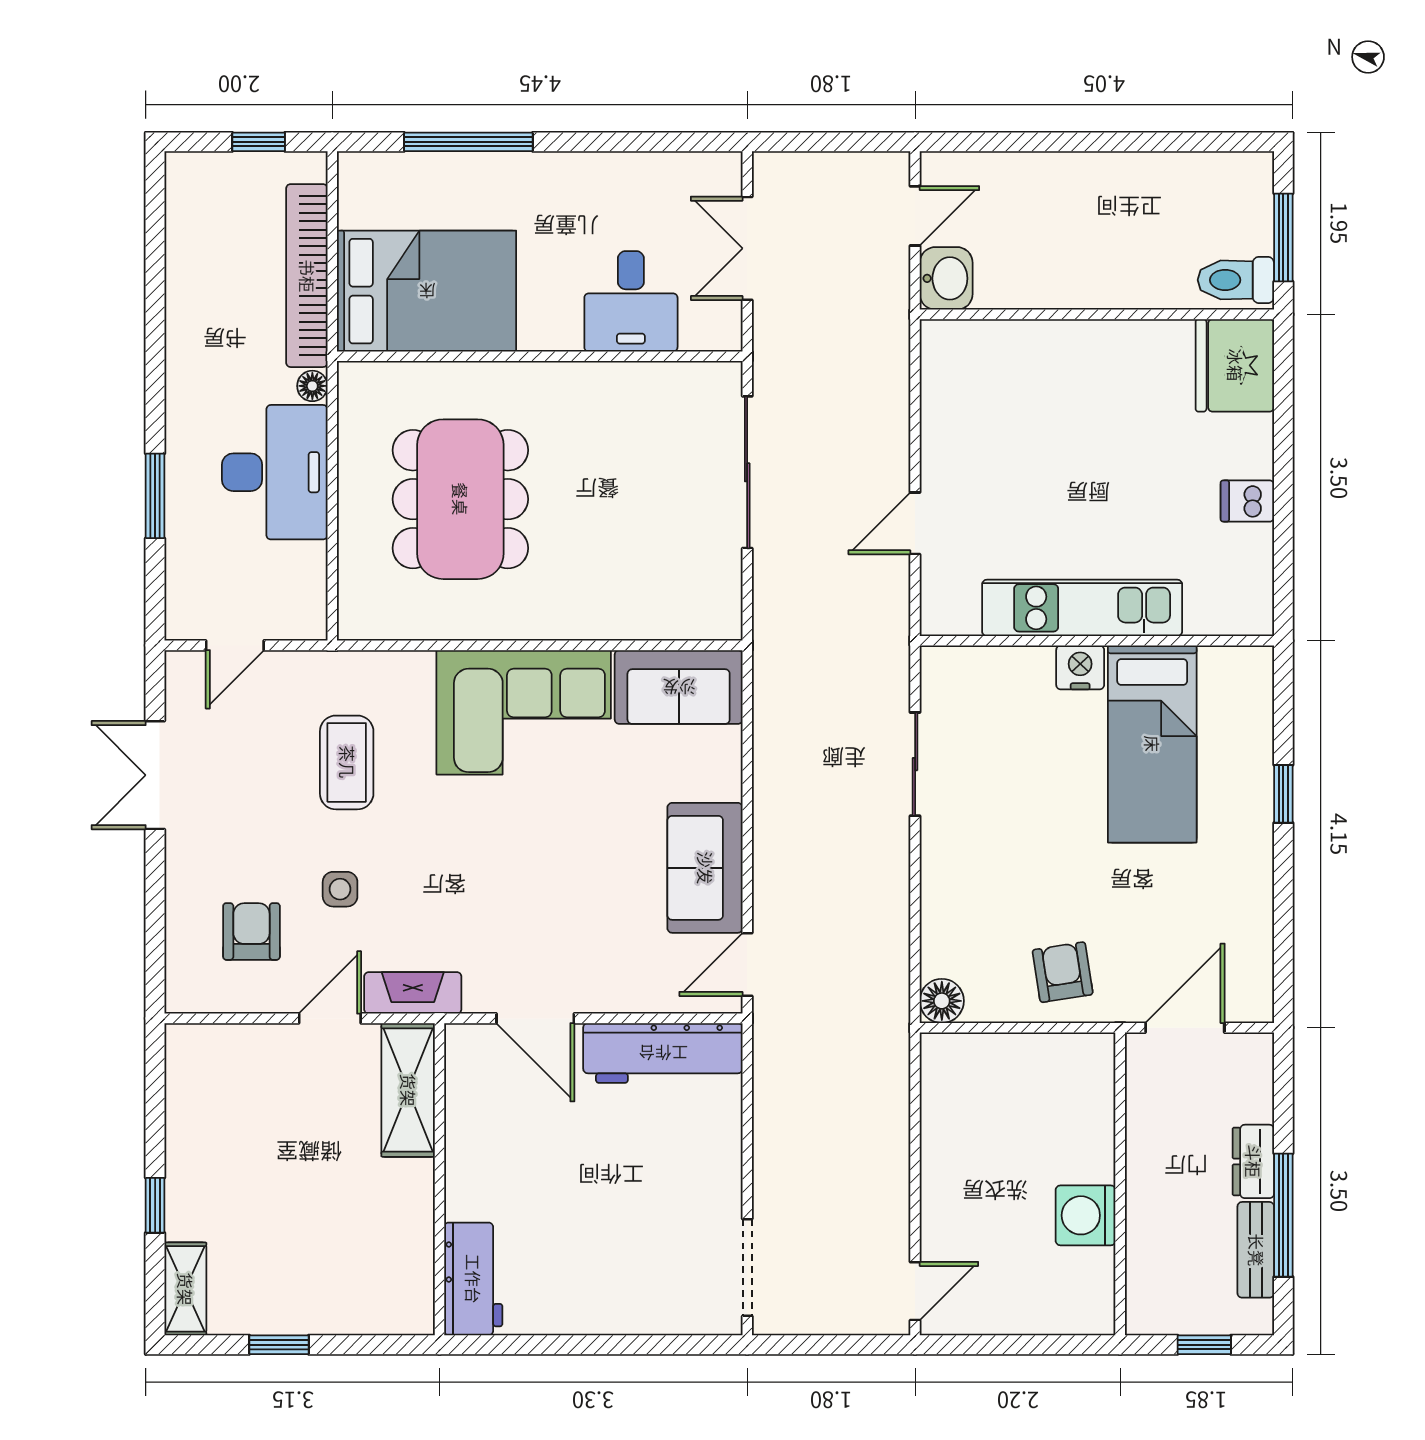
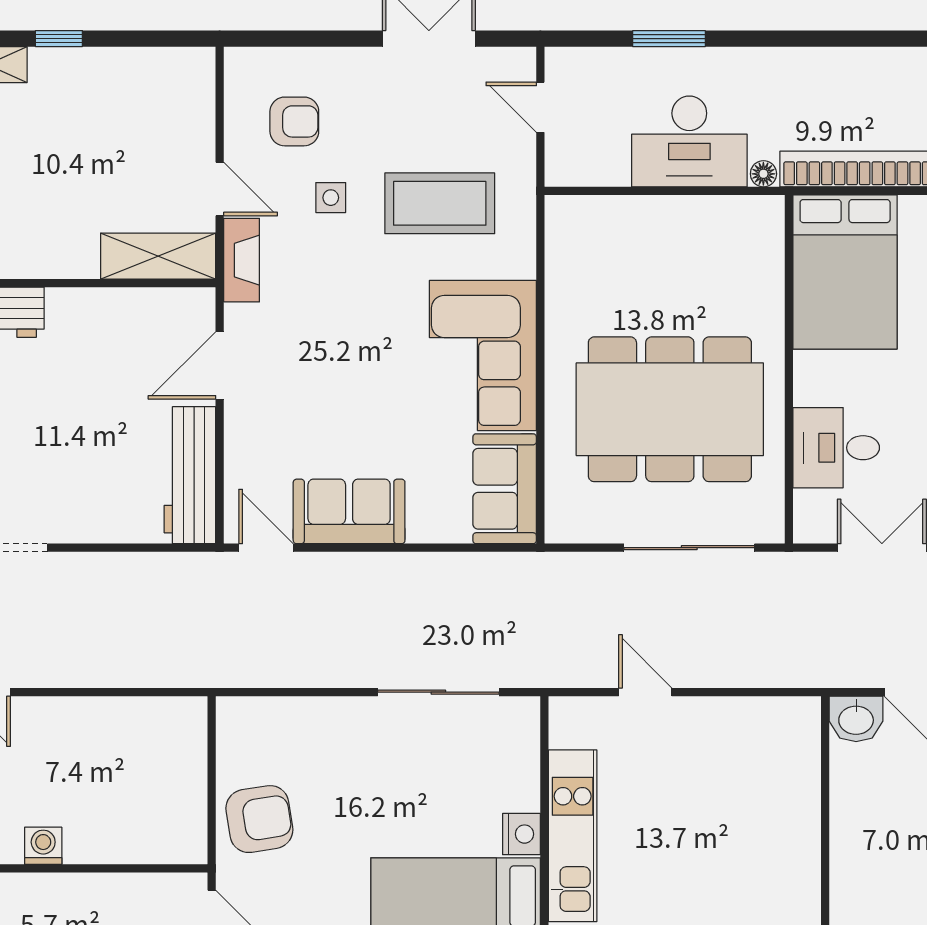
dining table: (460, 499) -> (670, 409), moved, width x1.36, depth x1.24
coffee table: (347, 762) -> (440, 203), width x1.36, depth x1.32
sliding door: (915, 764) -> (438, 692), width x1.37
armchair: (1063, 972) -> (259, 819), width x1.38, depth x1.38
floor lamp: (942, 1001) -> (235, 715), removed
washing machine: (1086, 1215) -> (43, 846), width x0.73, depth x0.73

